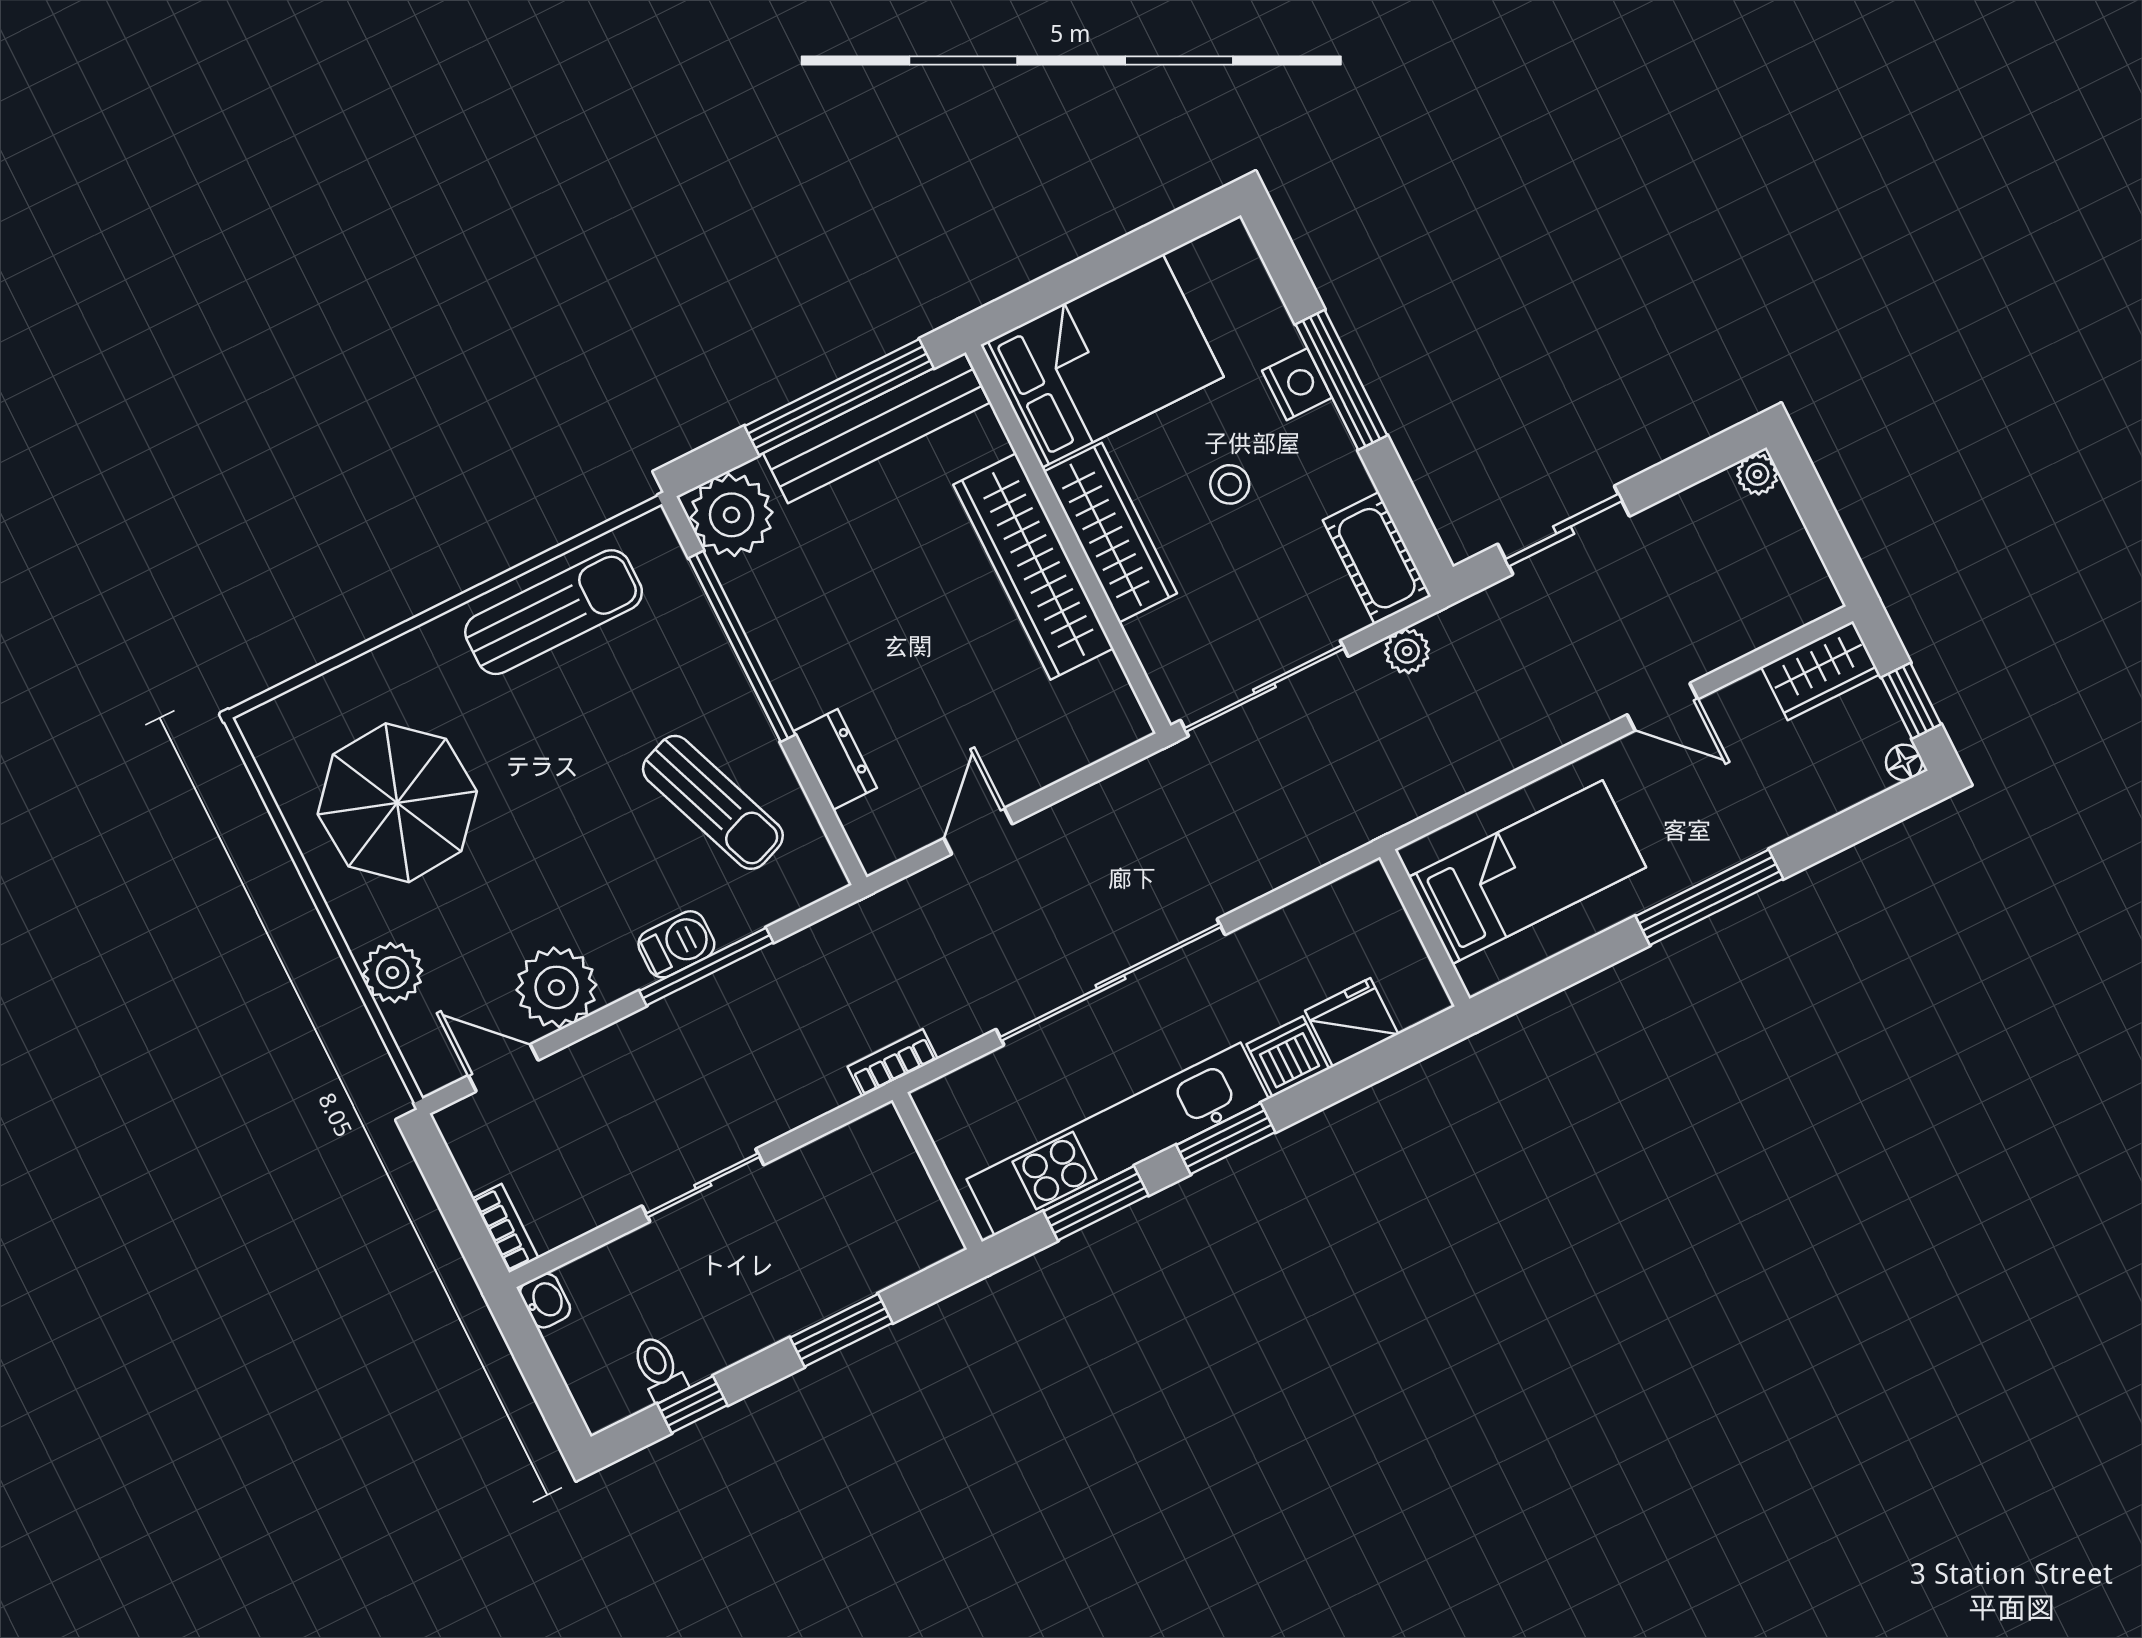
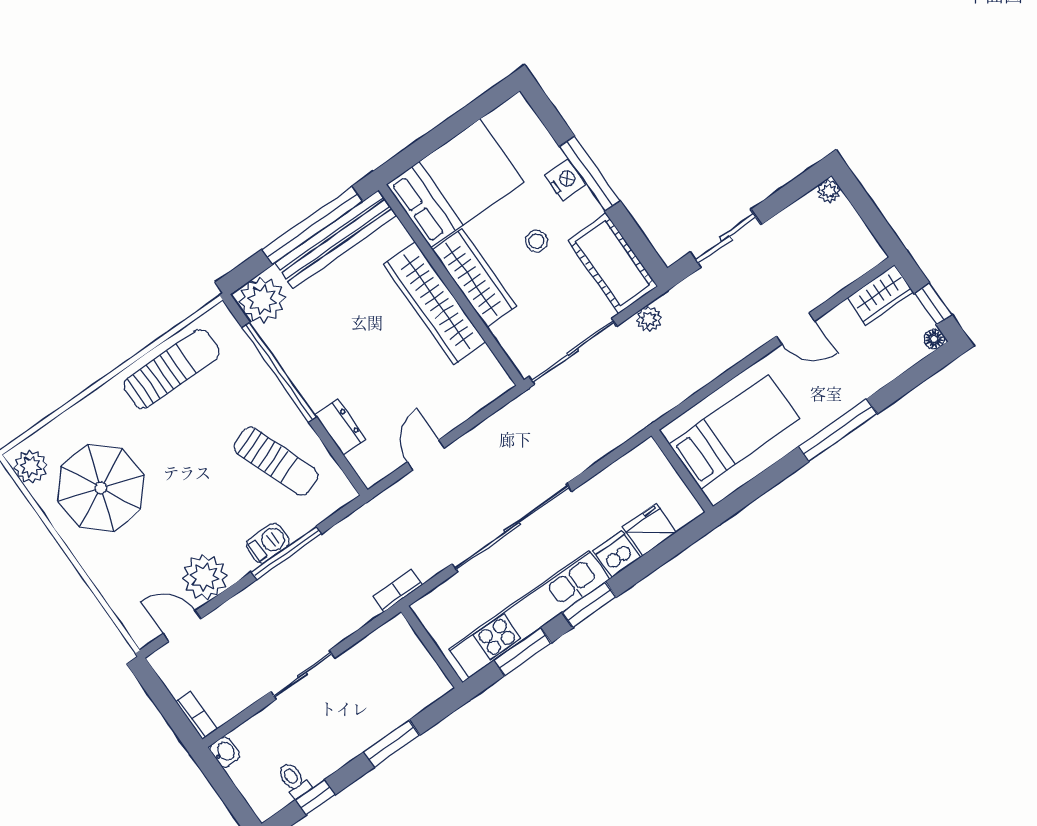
cot: (1377, 558) -> (613, 263), width x1.37, depth x1.34
plant: (393, 973) -> (31, 467), moved

